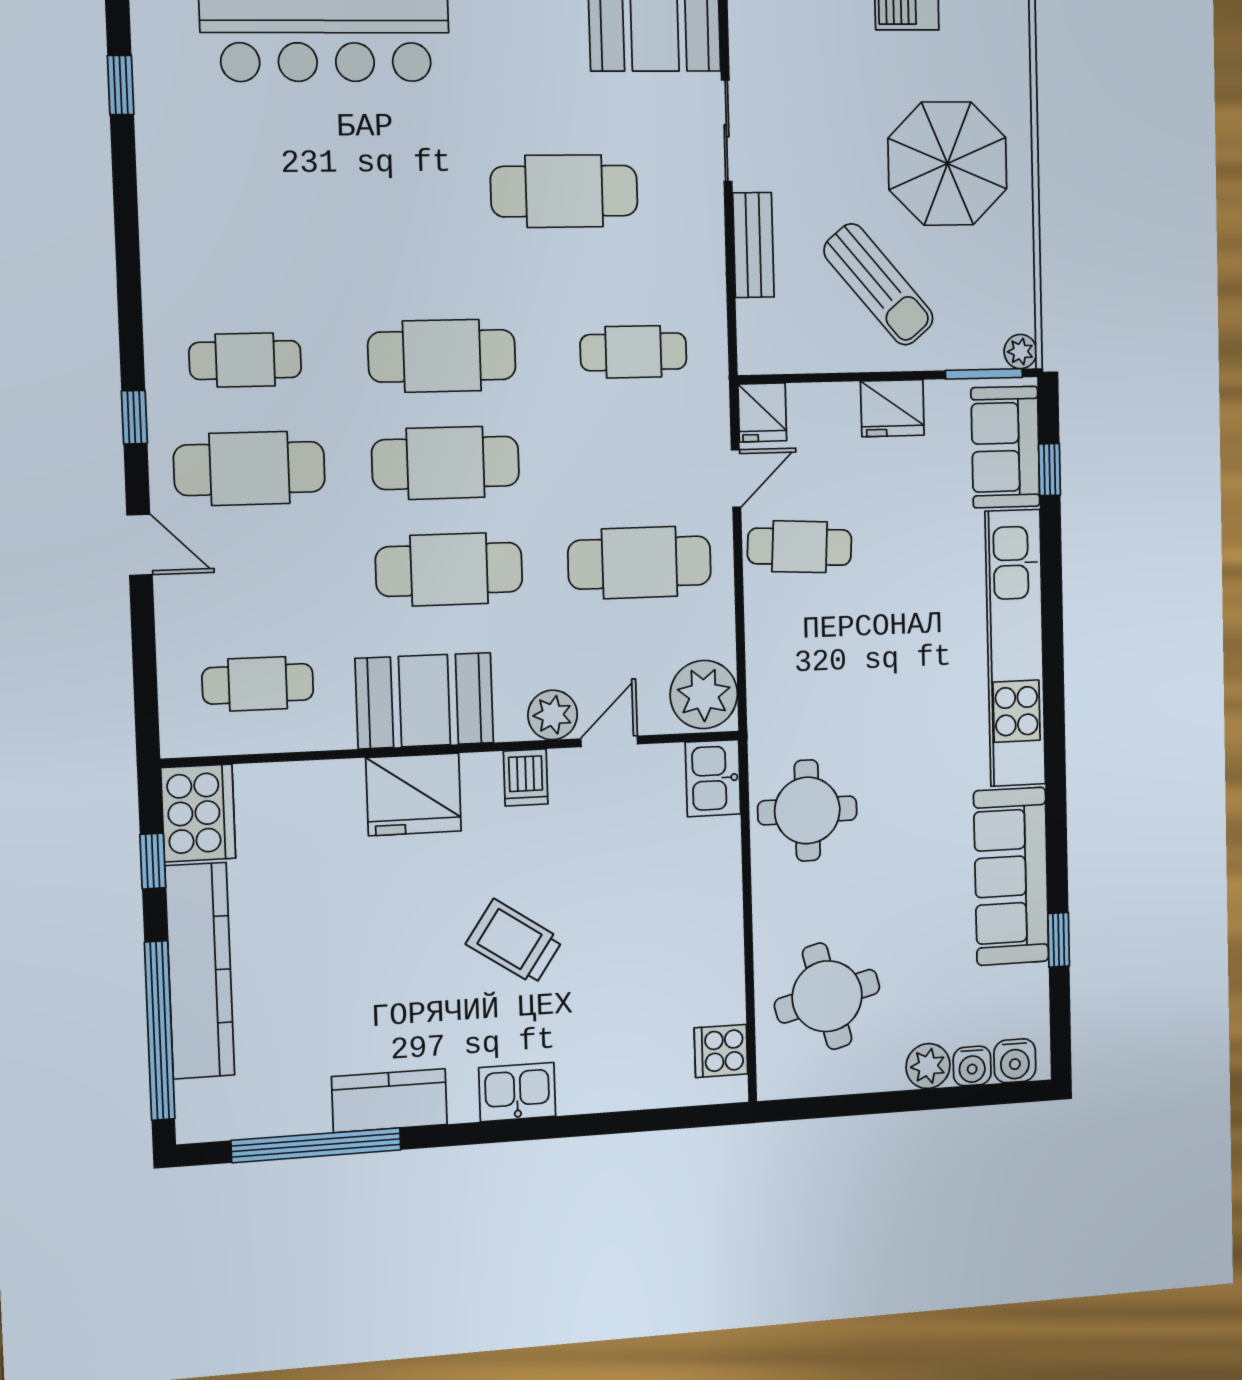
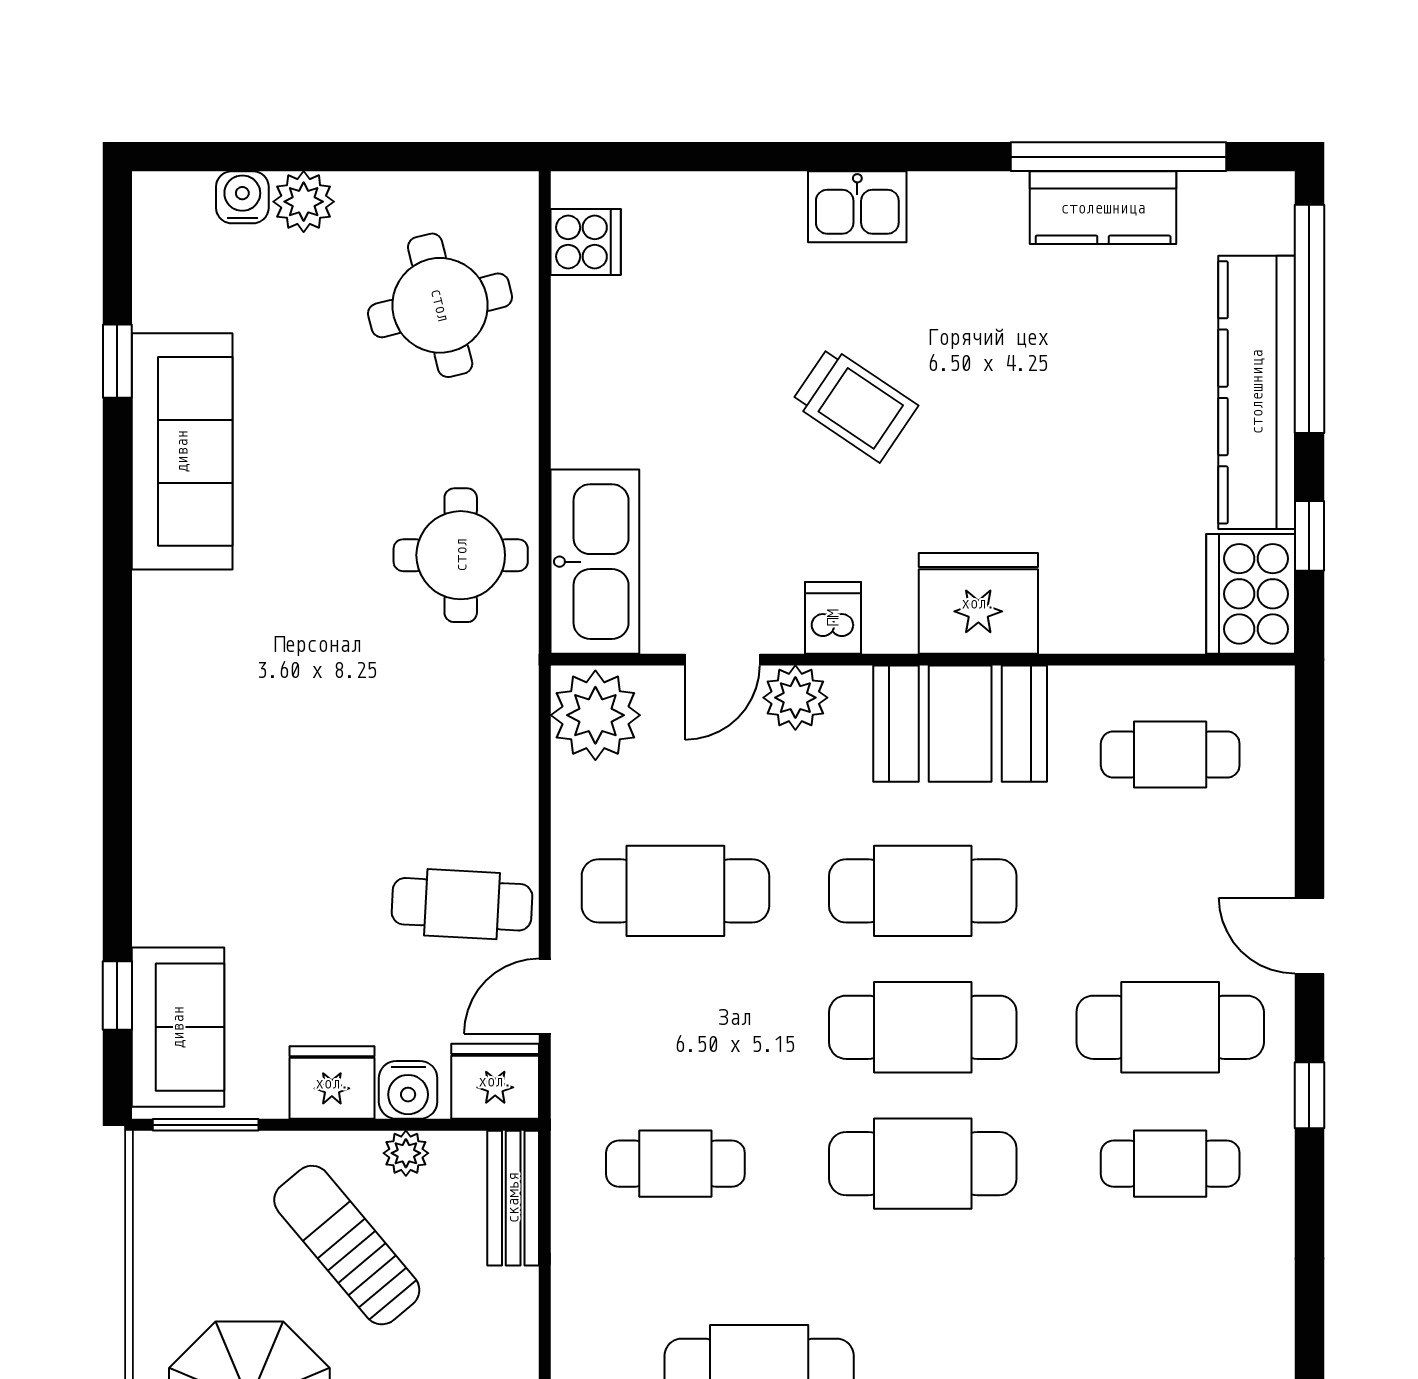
bench: (753, 245) -> (513, 1198), moved
plant: (1020, 352) -> (406, 1153), moved
fridge: (762, 412) -> (495, 1081), width x1.38
kitchen unit: (1015, 648) -> (170, 759), removed
kitchen sink: (713, 778) -> (595, 562), width x1.88, depth x1.24
water cooler: (1015, 1061) -> (408, 1090), moved, turned 180
kitchen counter: (389, 1101) -> (1103, 208), moved

